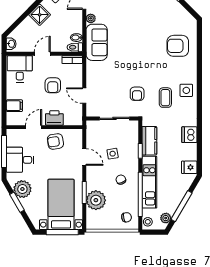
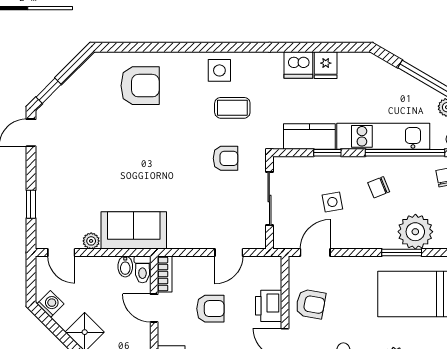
armchair: (178, 46) -> (140, 86), turned -90
door: (42, 54) -> (154, 308), moved
armchair: (55, 141) -> (311, 304), turned -71
door: (84, 157) -> (315, 253), moved
fridge: (189, 167) -> (326, 65), moved

